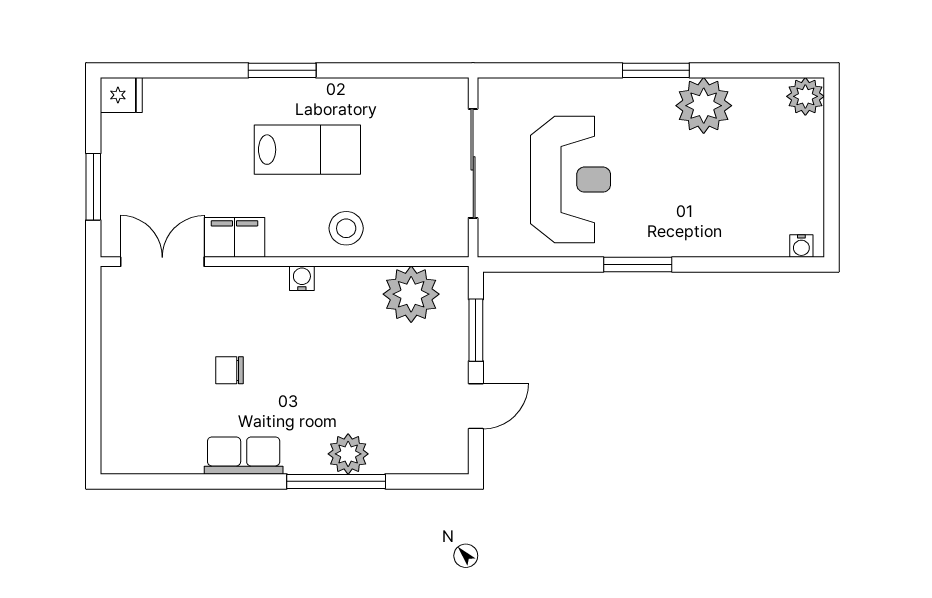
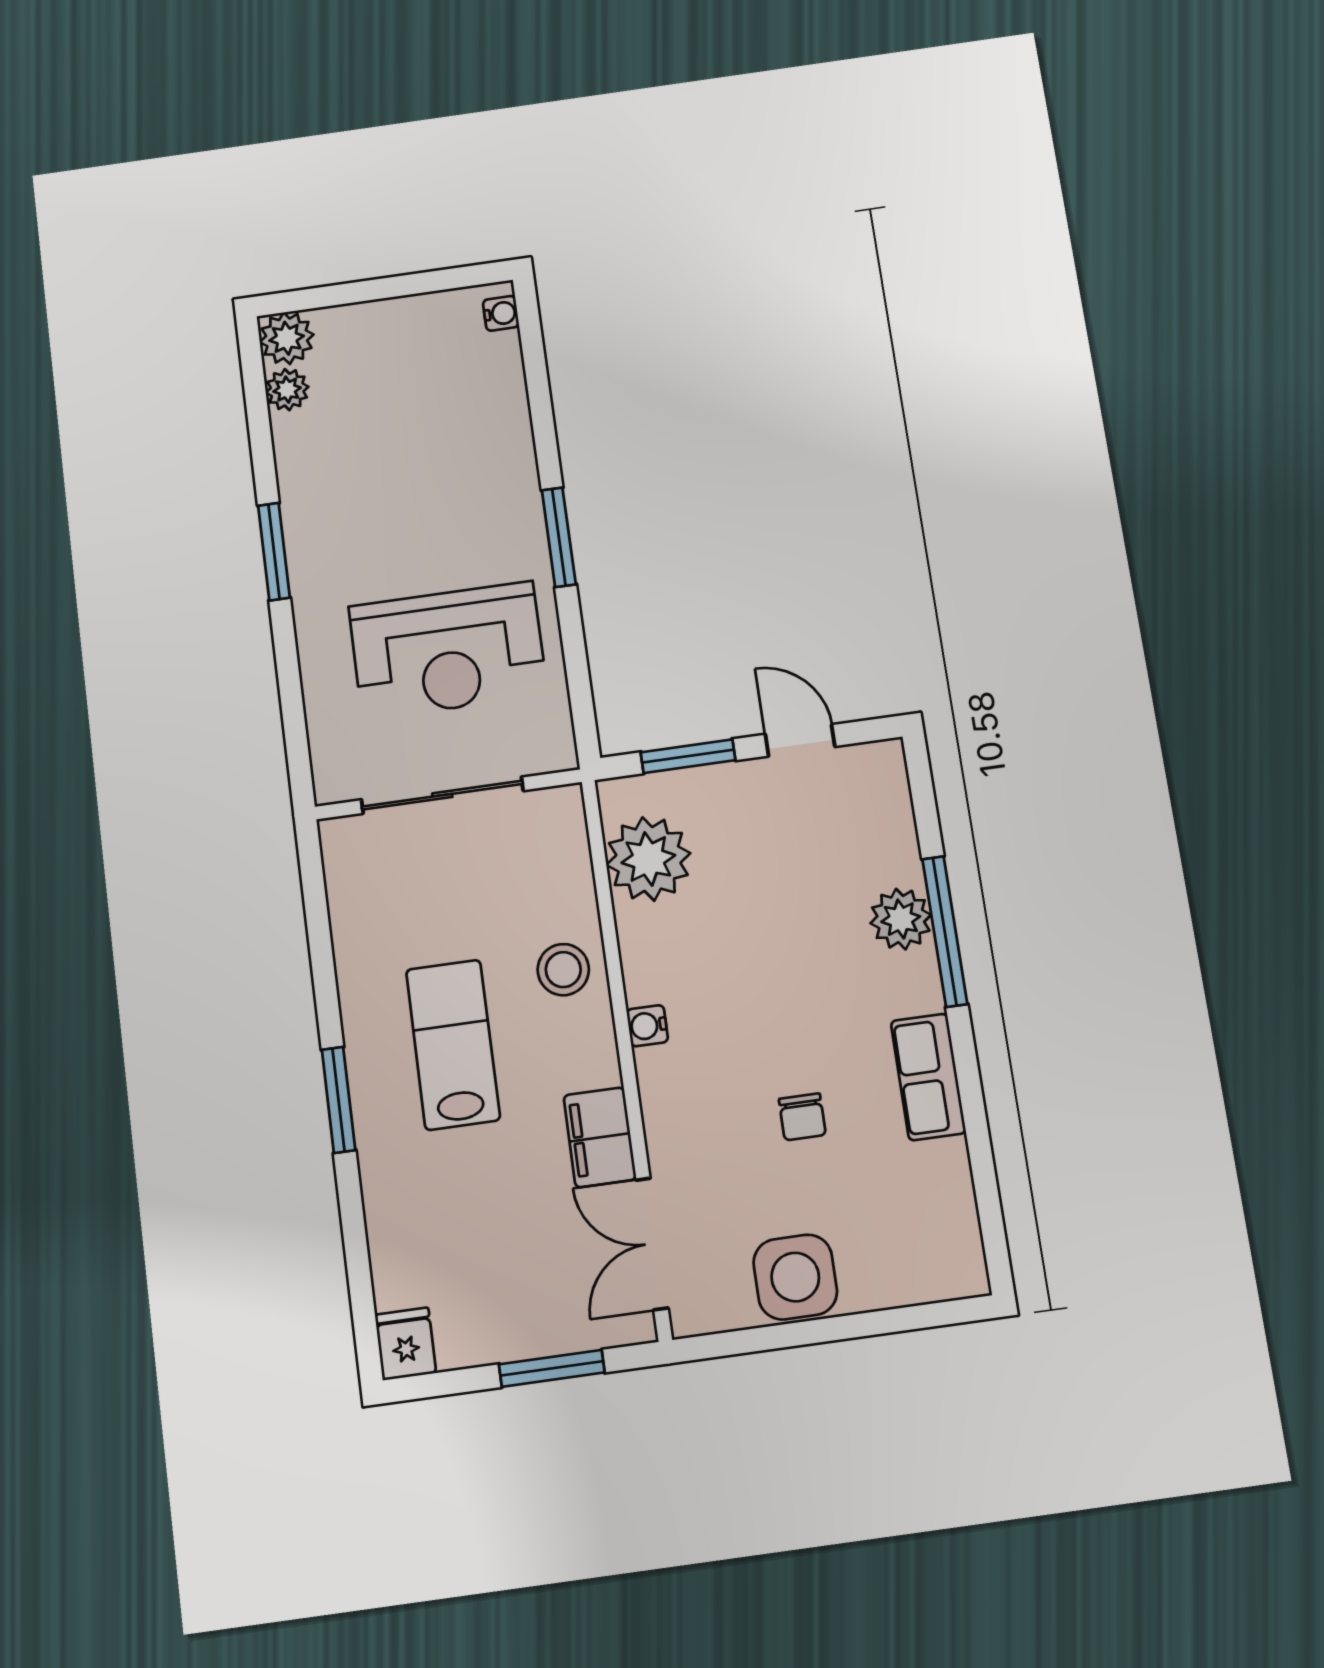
plant: (704, 106) -> (287, 390), moved, width x0.53, depth x0.53
reception desk: (571, 180) -> (448, 651), turned 180
side table: (129, 351) -> (795, 1277), added

